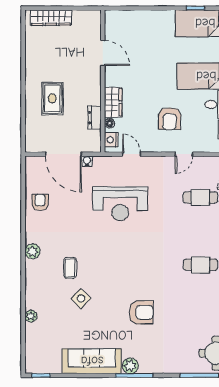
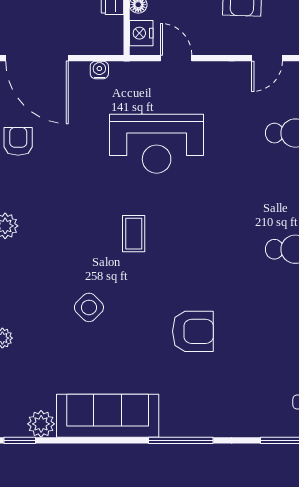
door: (63, 154) -> (37, 58), moved
coffee table: (70, 268) -> (134, 234), moved
plant: (130, 366) -> (41, 424), moved

